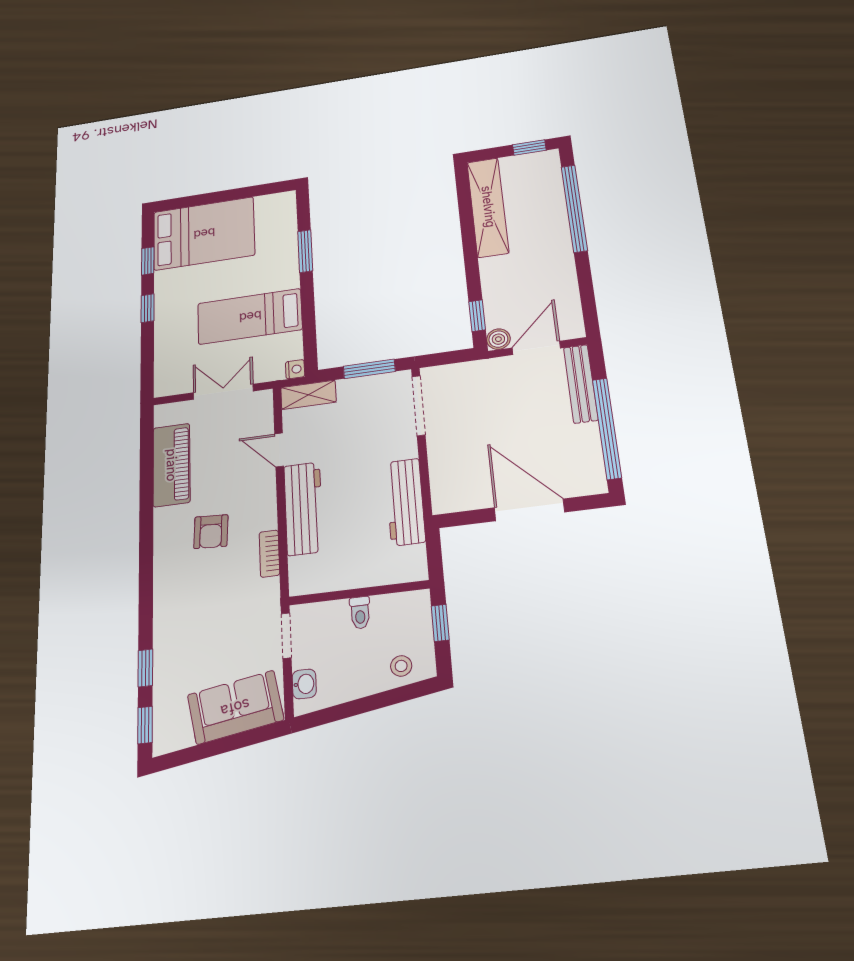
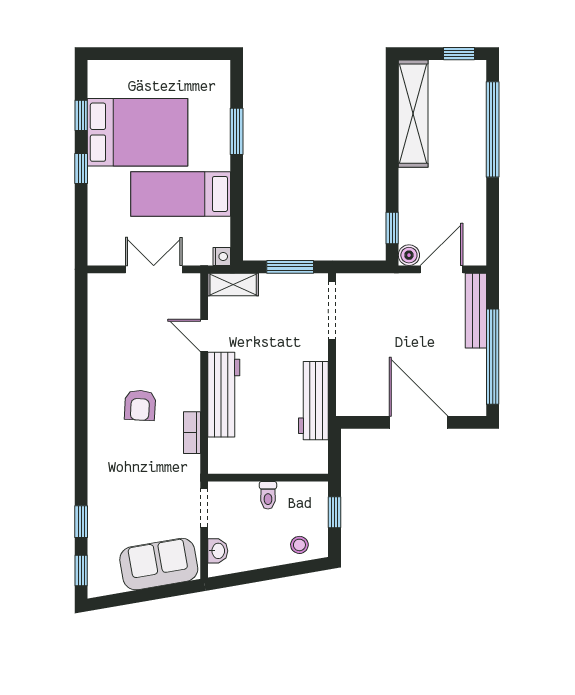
bed: (204, 233) -> (138, 132), moved
piano: (171, 465) -> (104, 336), removed

